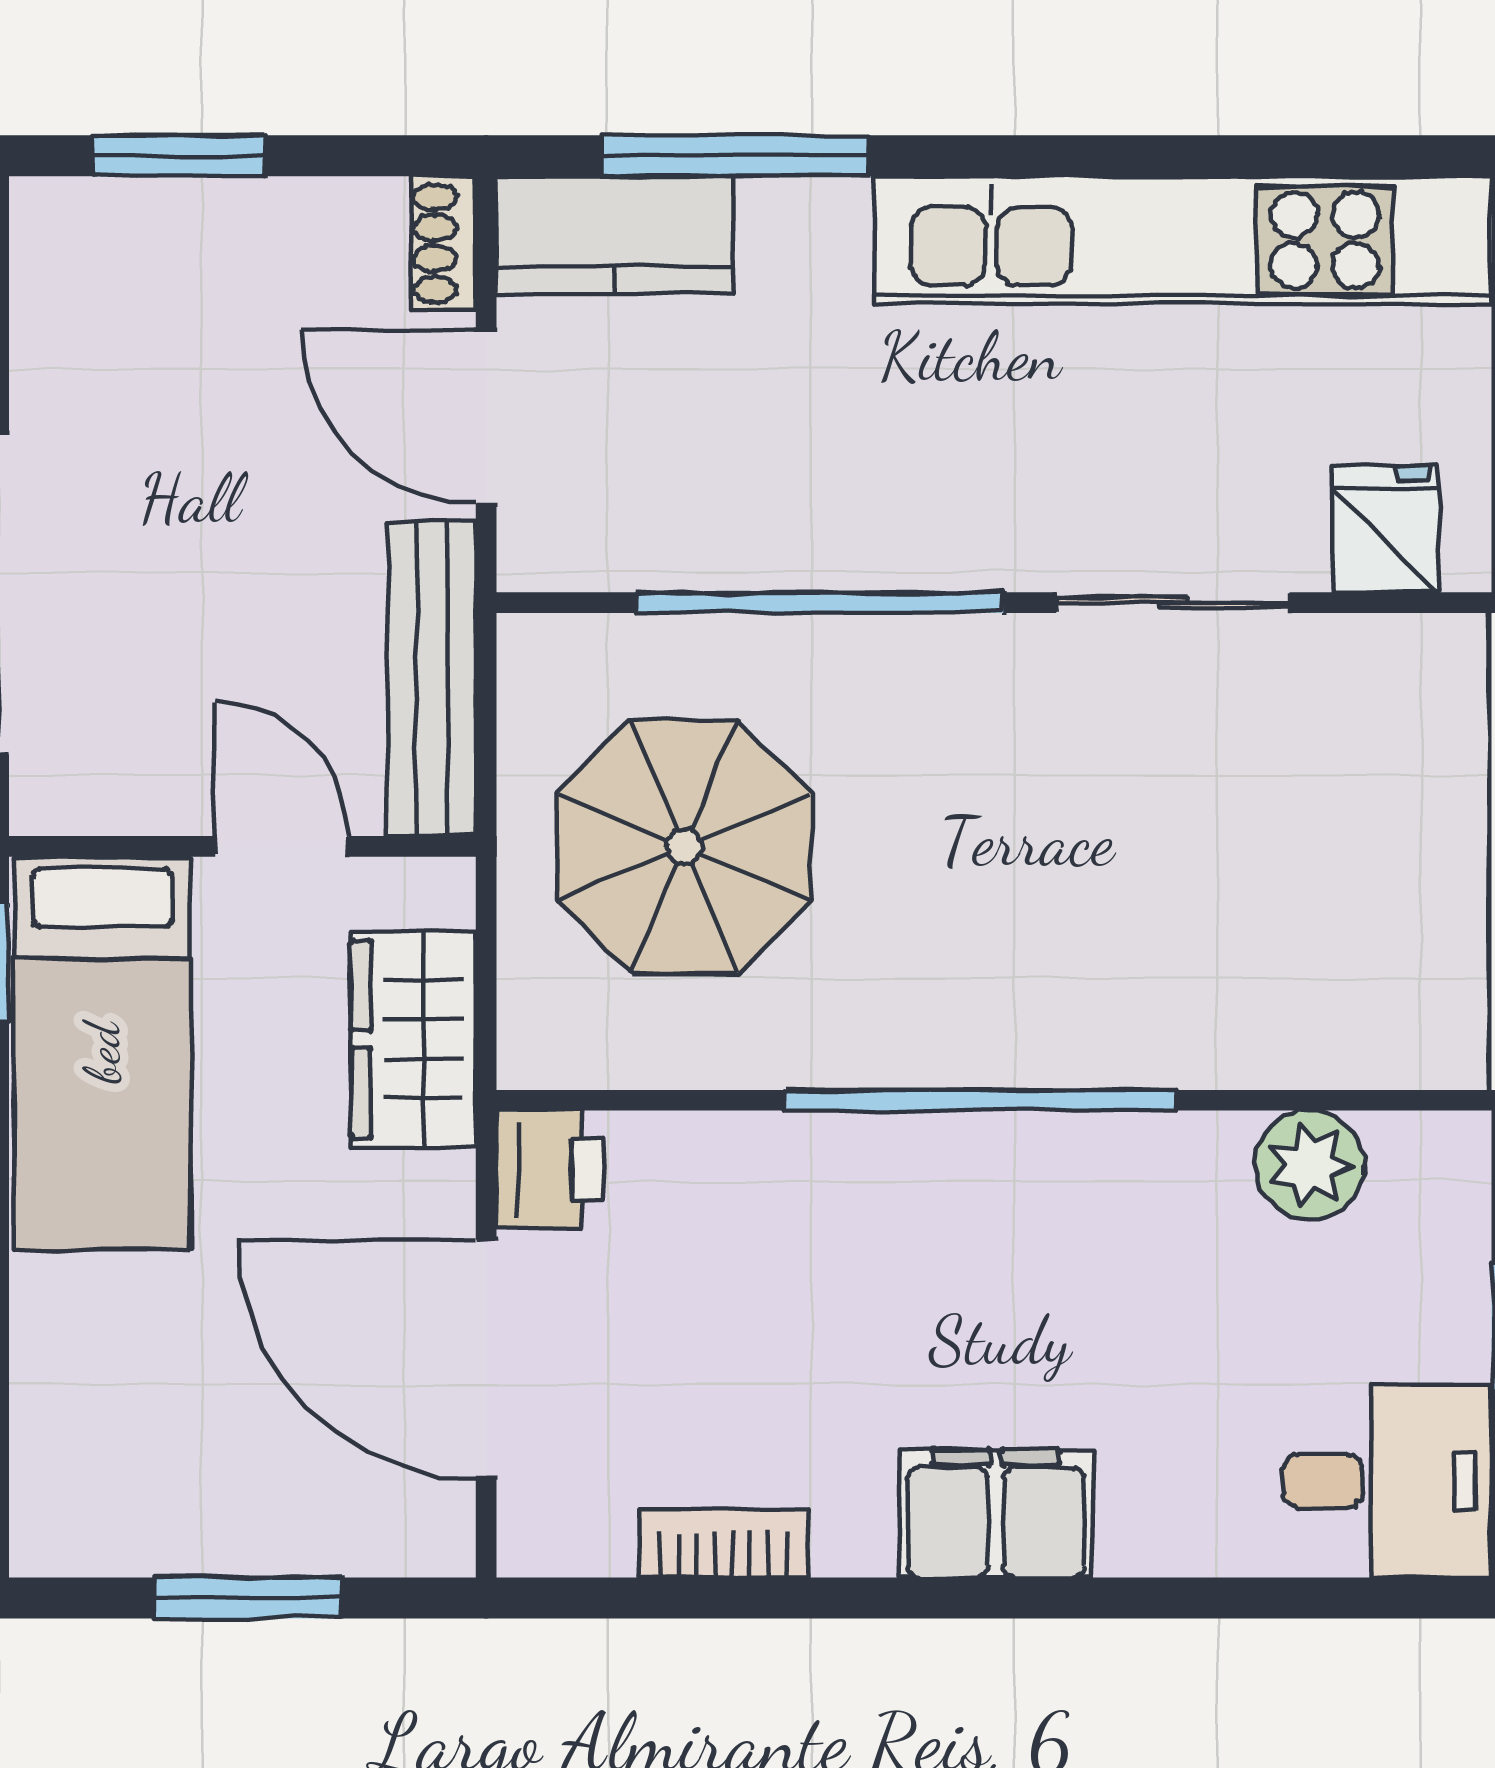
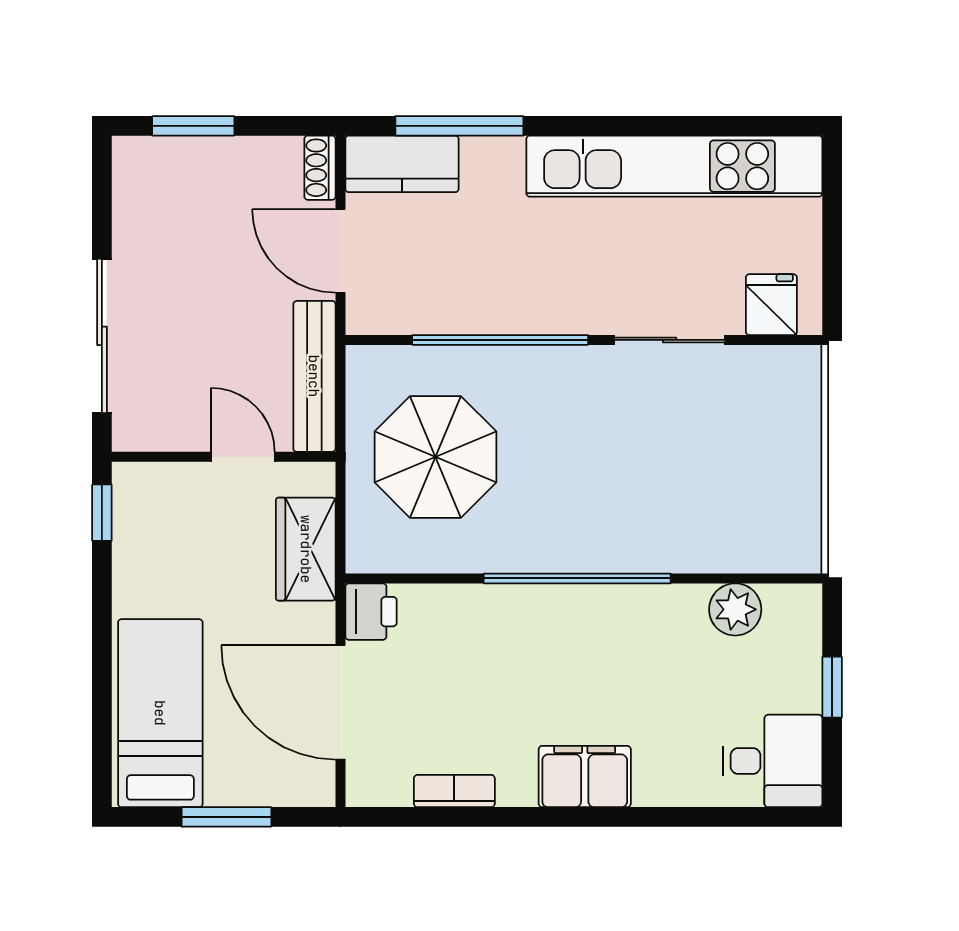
bed: (102, 1053) -> (160, 713), moved, turned 180

